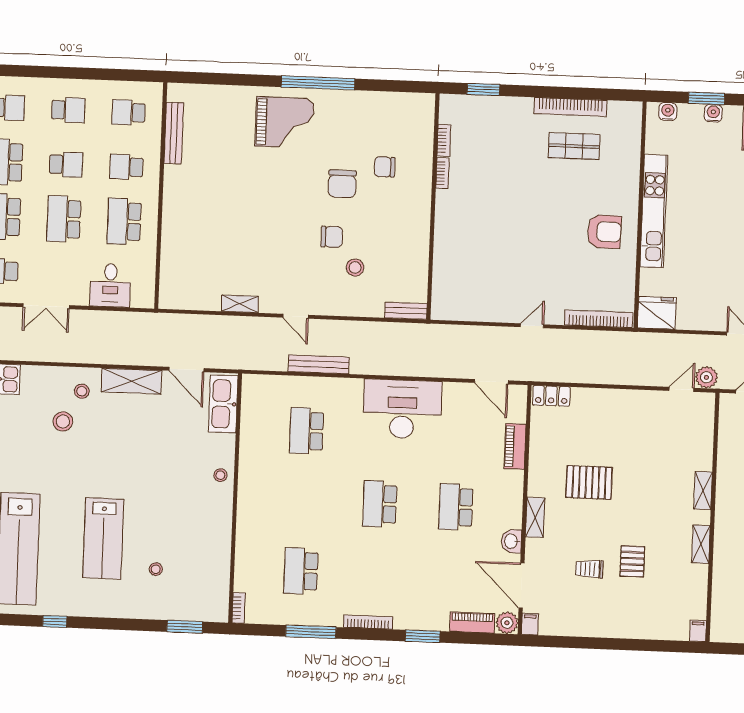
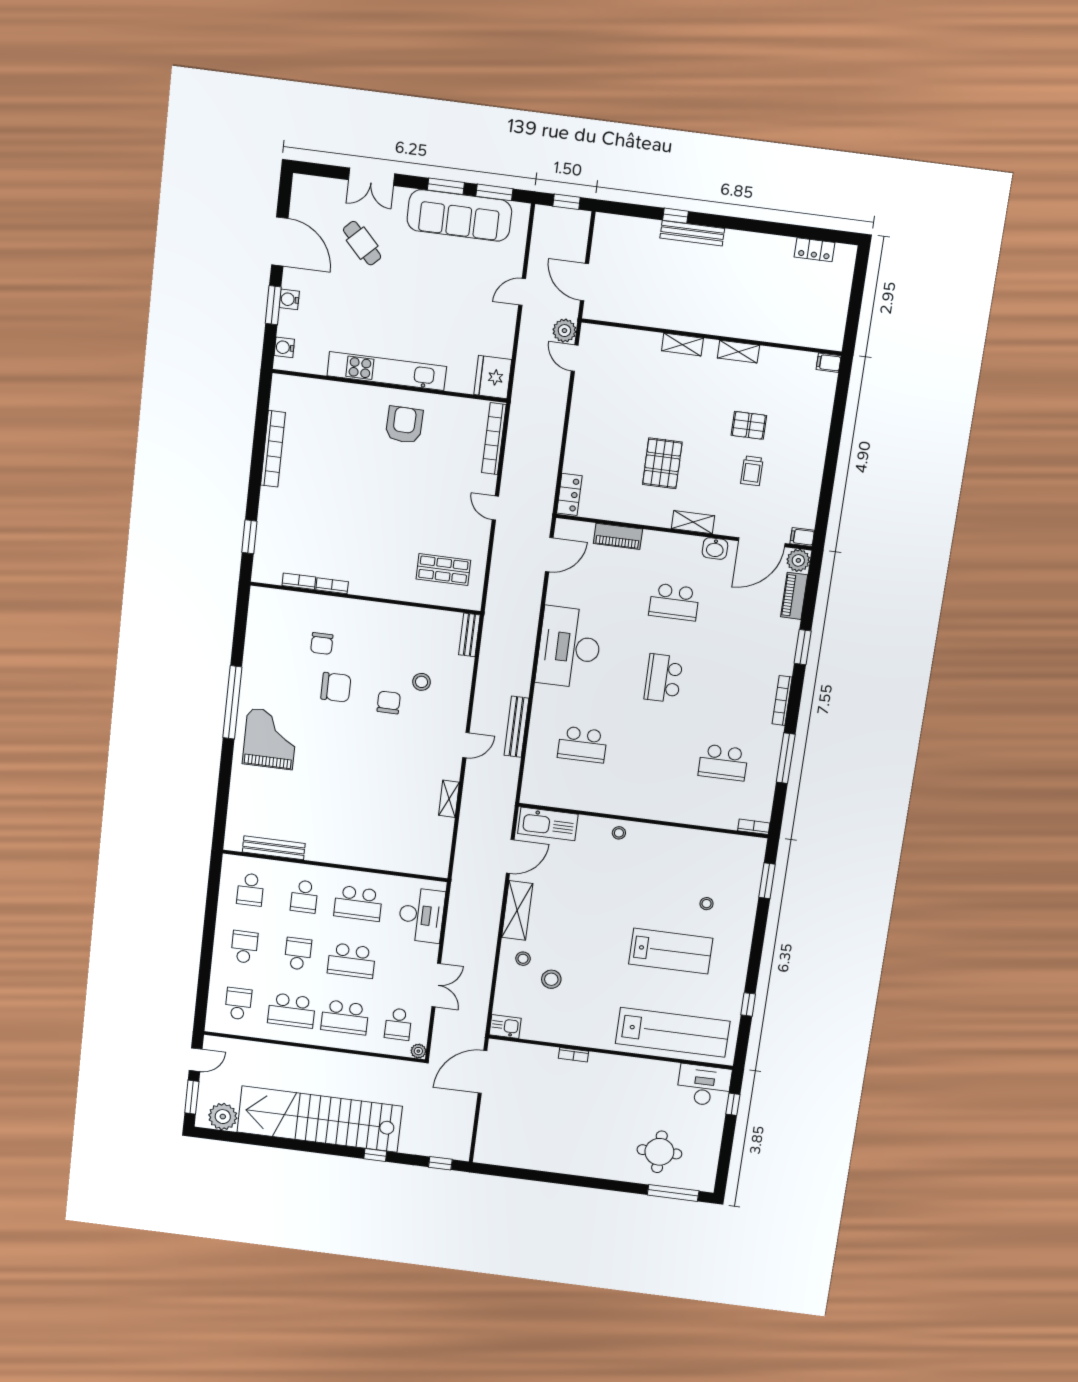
shop shelf: (574, 146) -> (443, 570), moved, turned 90
desk: (110, 285) -> (421, 915), width x1.37
school desk: (380, 504) -> (663, 678), turned 90

